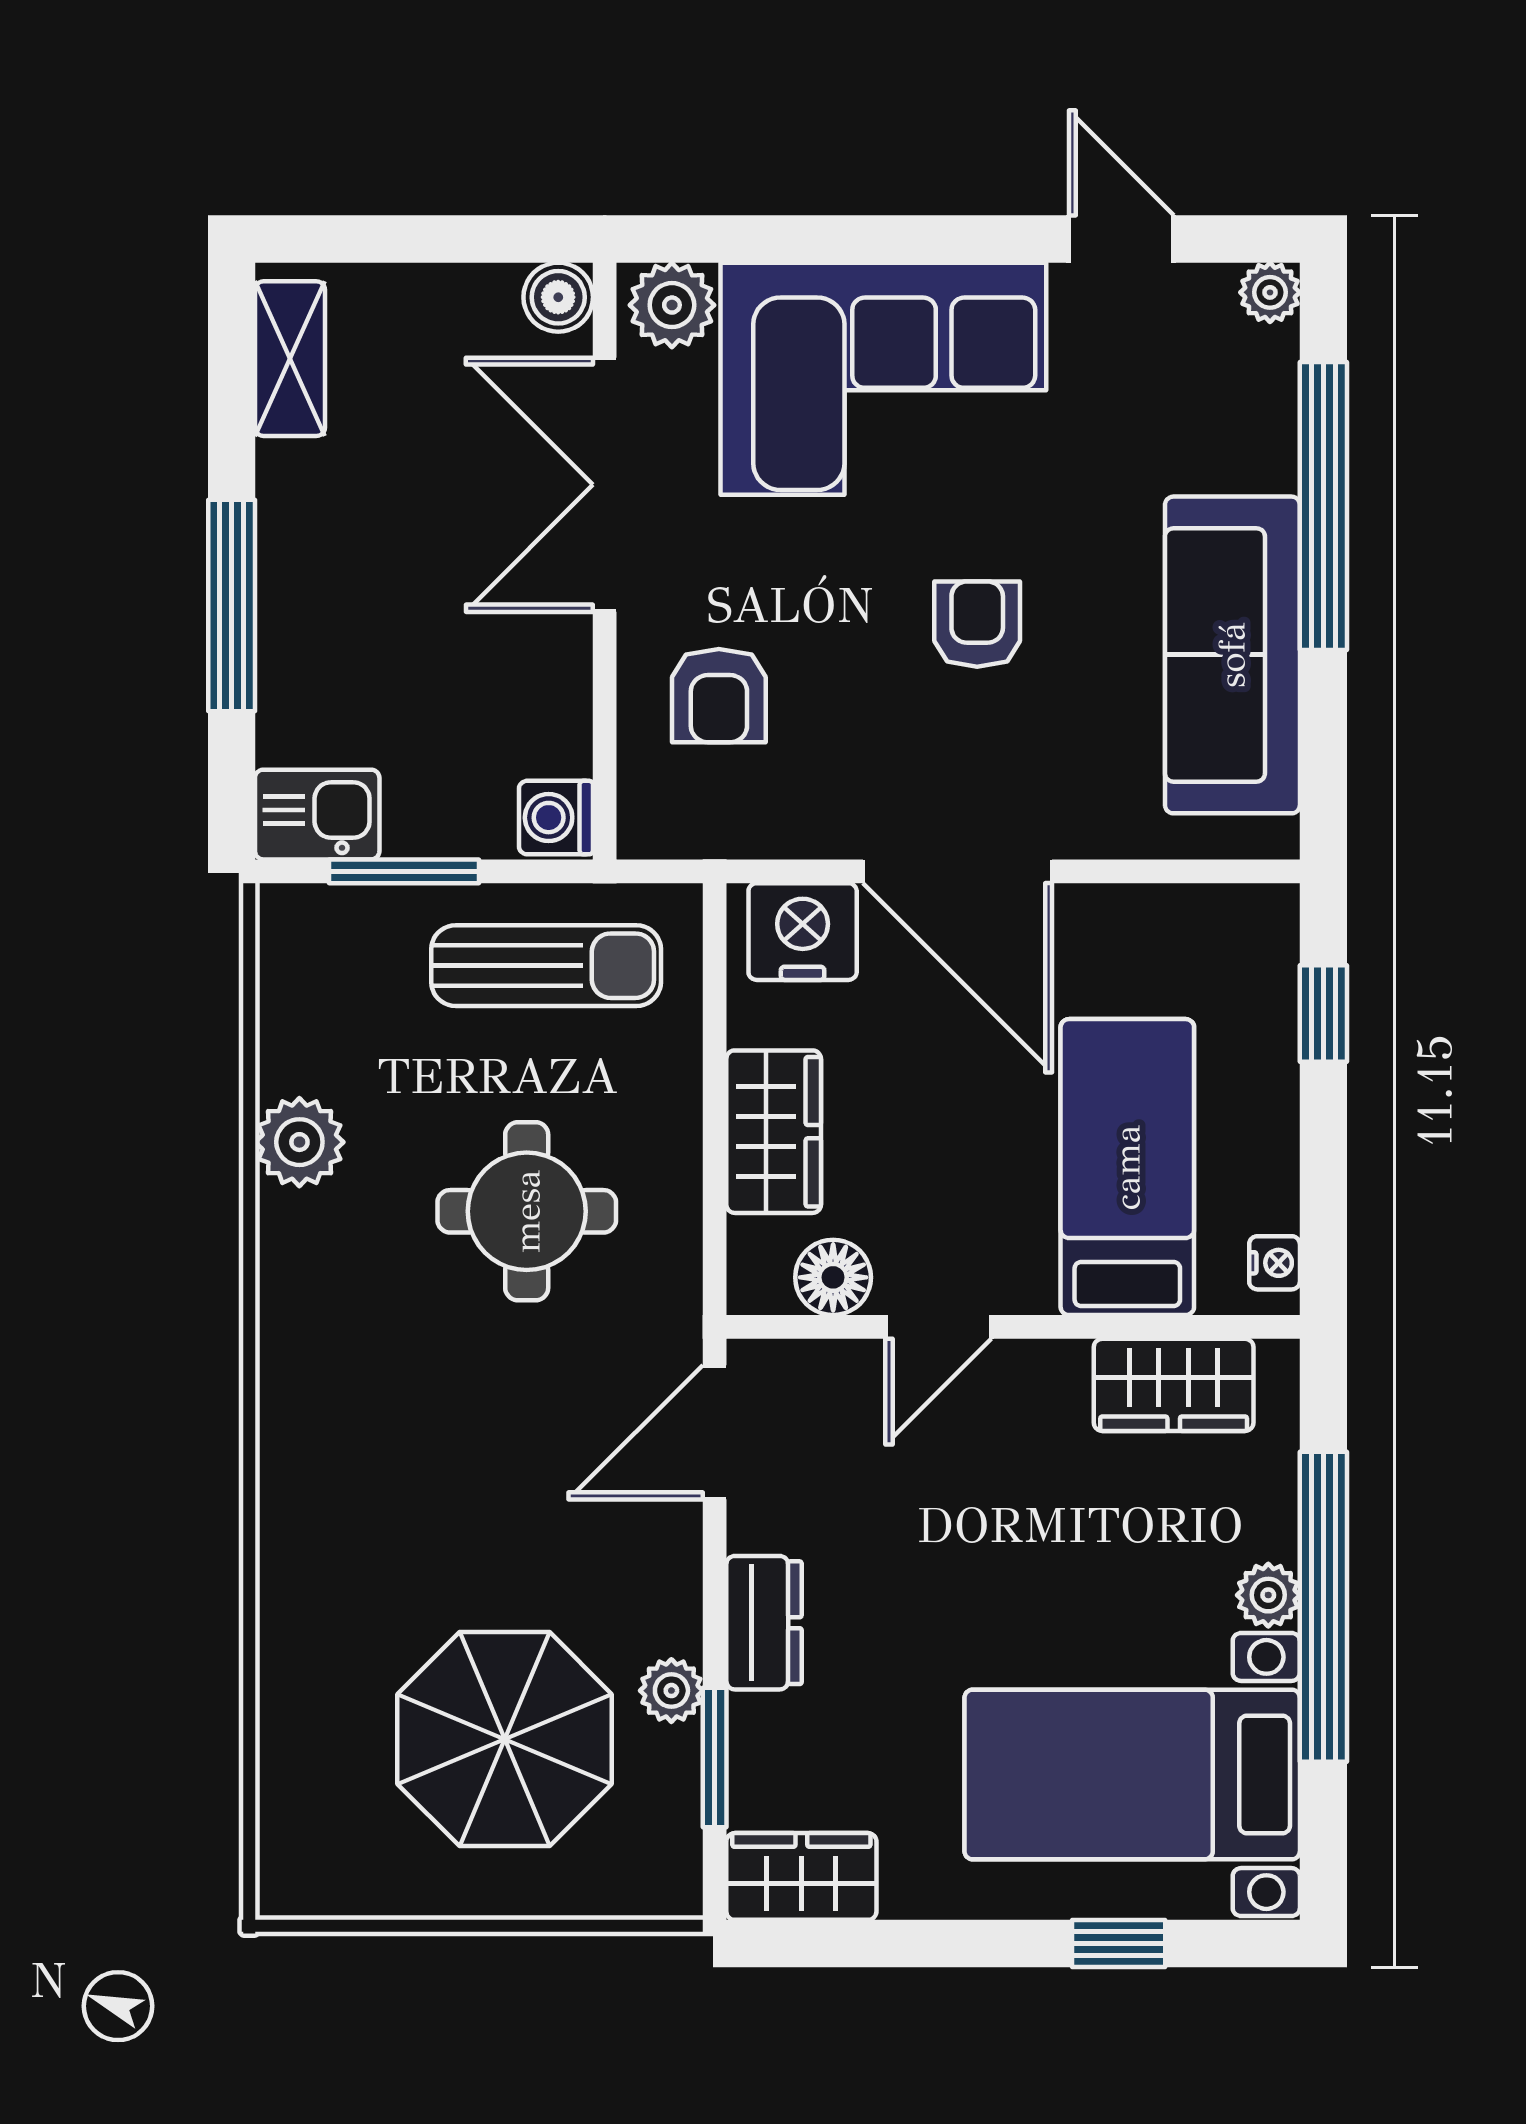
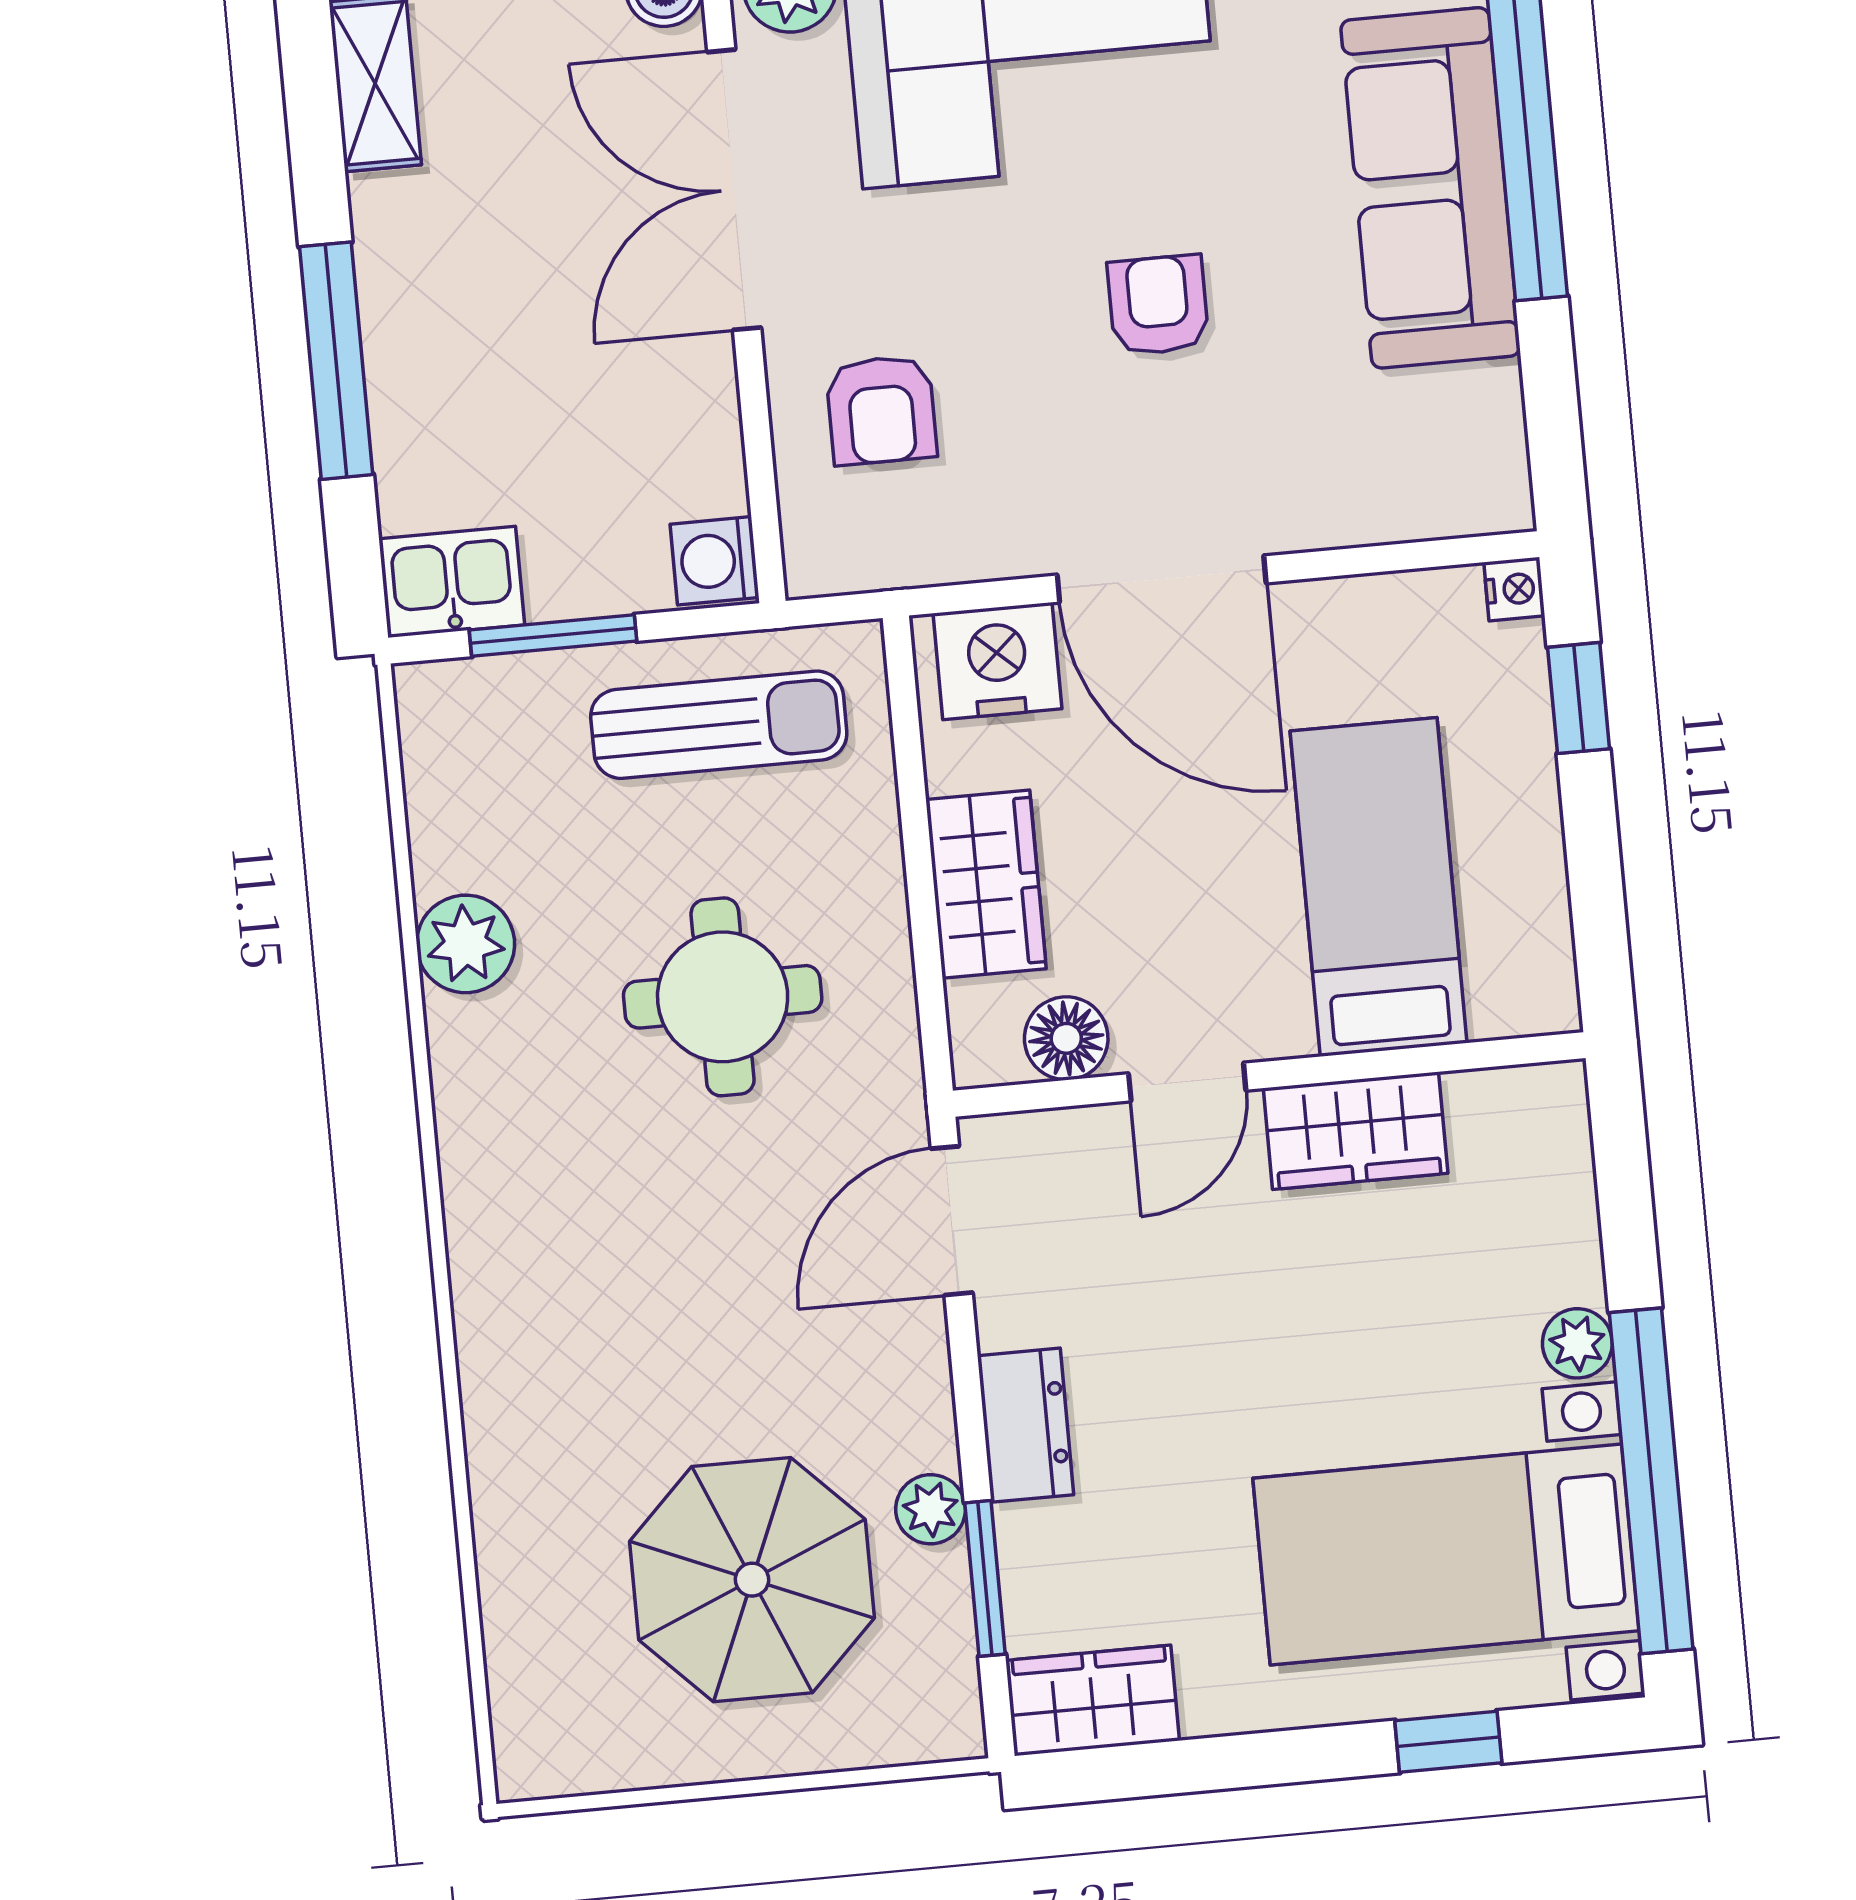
sofa: (1232, 655) -> (1430, 188), moved
nightstand: (1275, 1263) -> (1514, 589), moved
wardrobe: (1174, 1385) -> (1356, 1131), moved
window: (1323, 1607) -> (1651, 1481), moved

